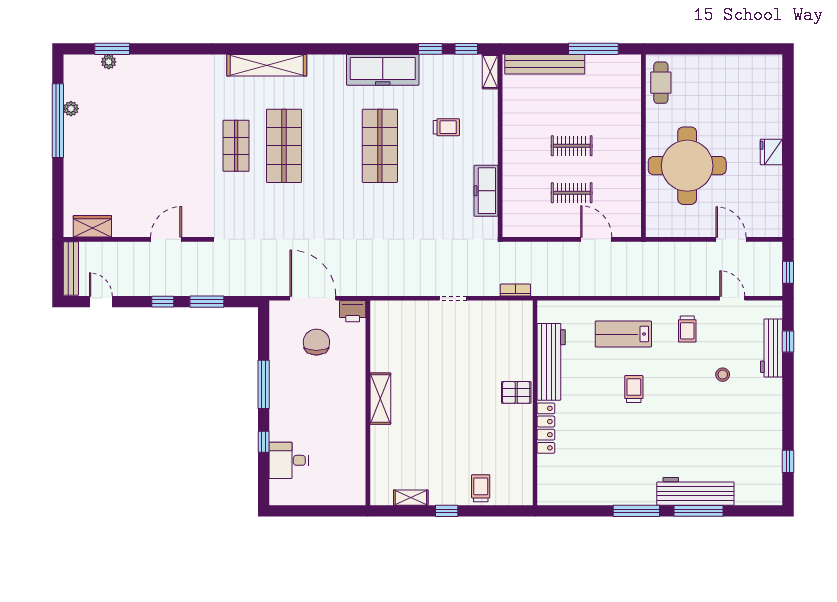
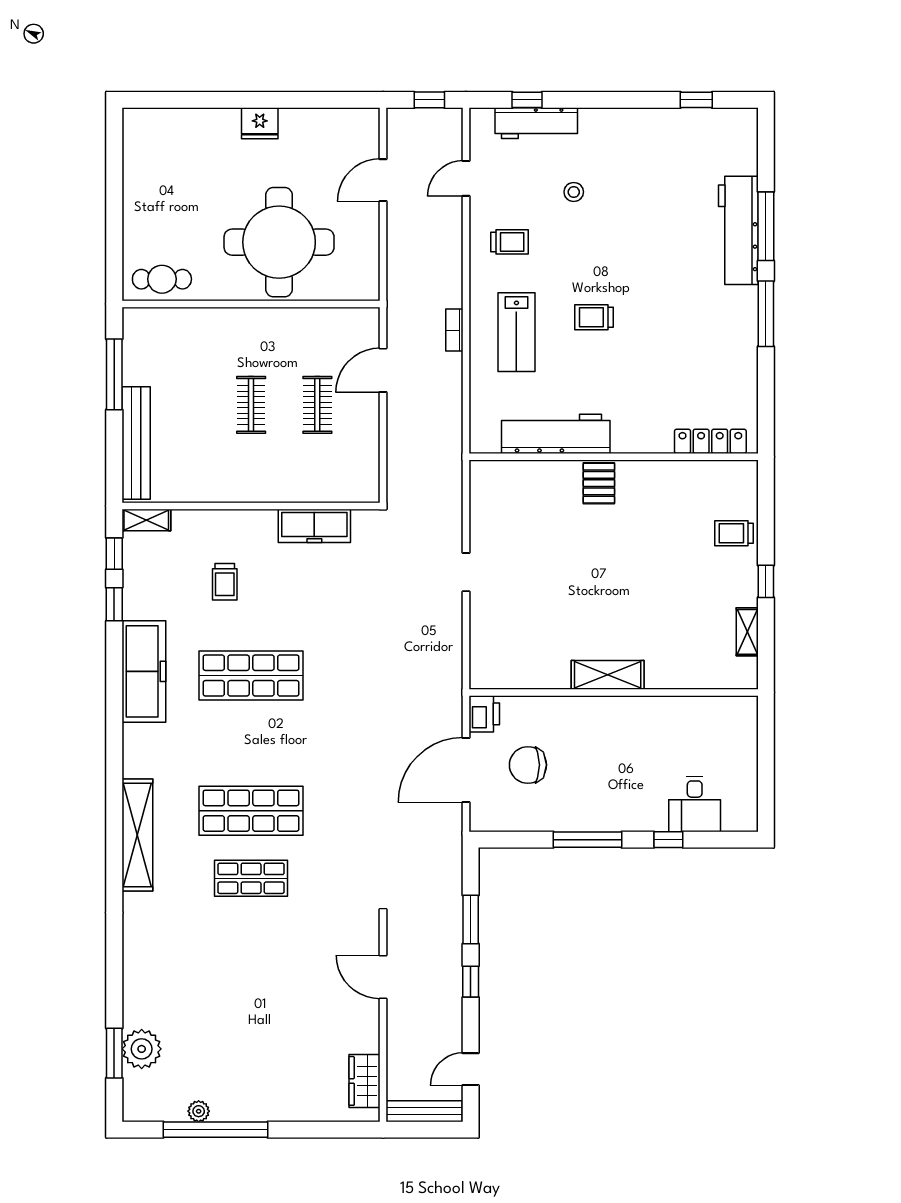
plant: (109, 62) -> (142, 1049), width x1.88, depth x1.88
trolley: (446, 127) -> (225, 582), turned 180
bookcase: (515, 290) -> (454, 330), moved
locker: (546, 428) -> (710, 441), moved

